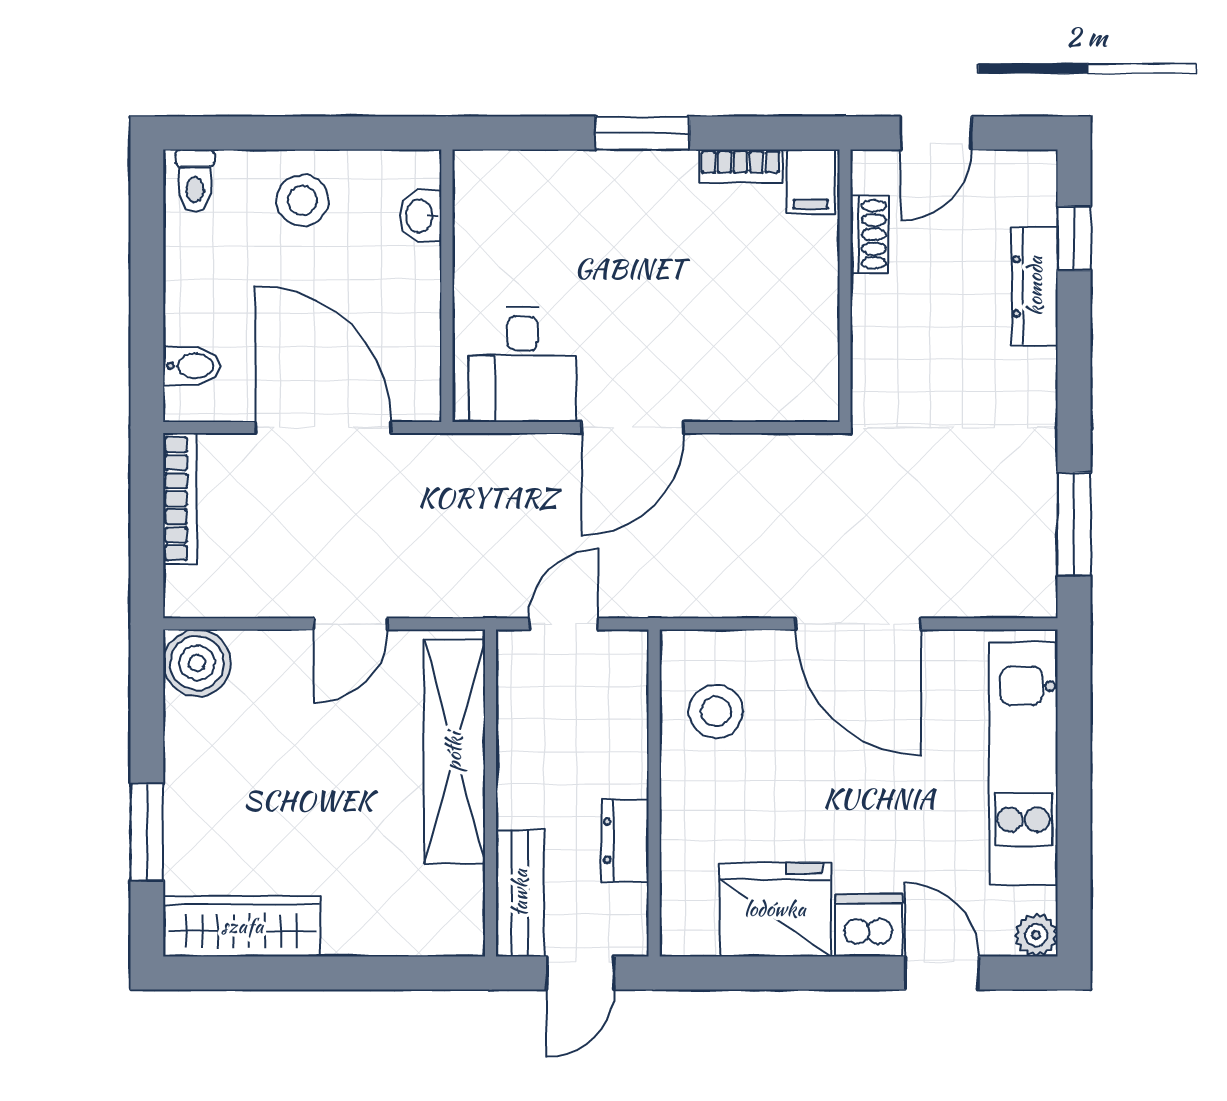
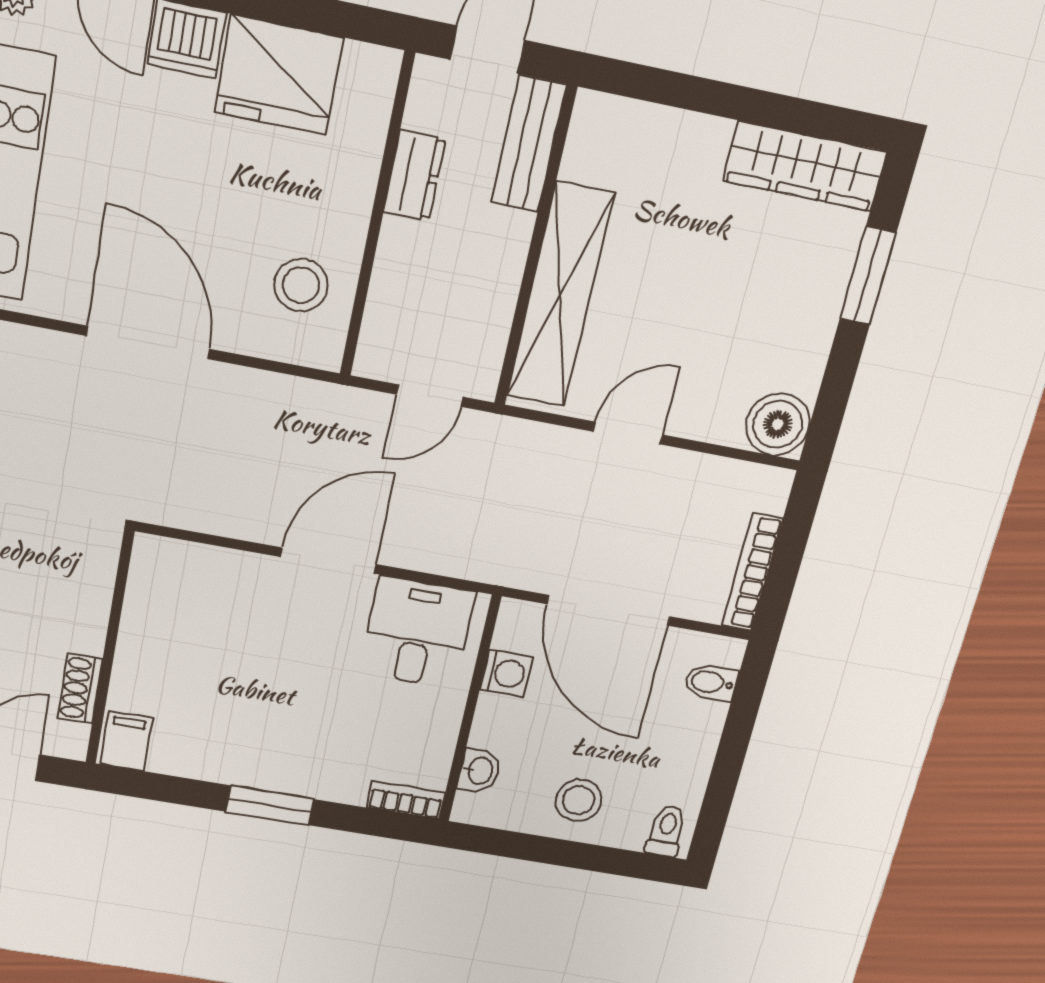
bookcase: (740, 166) -> (406, 800), moved
washing machine: (417, 336) -> (506, 673), added

